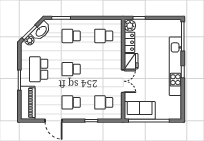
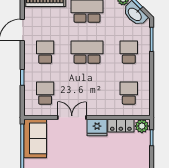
school desk: (71, 69) -> (87, 52), width x1.85
double door: (123, 81) -> (72, 117), swing flipped

